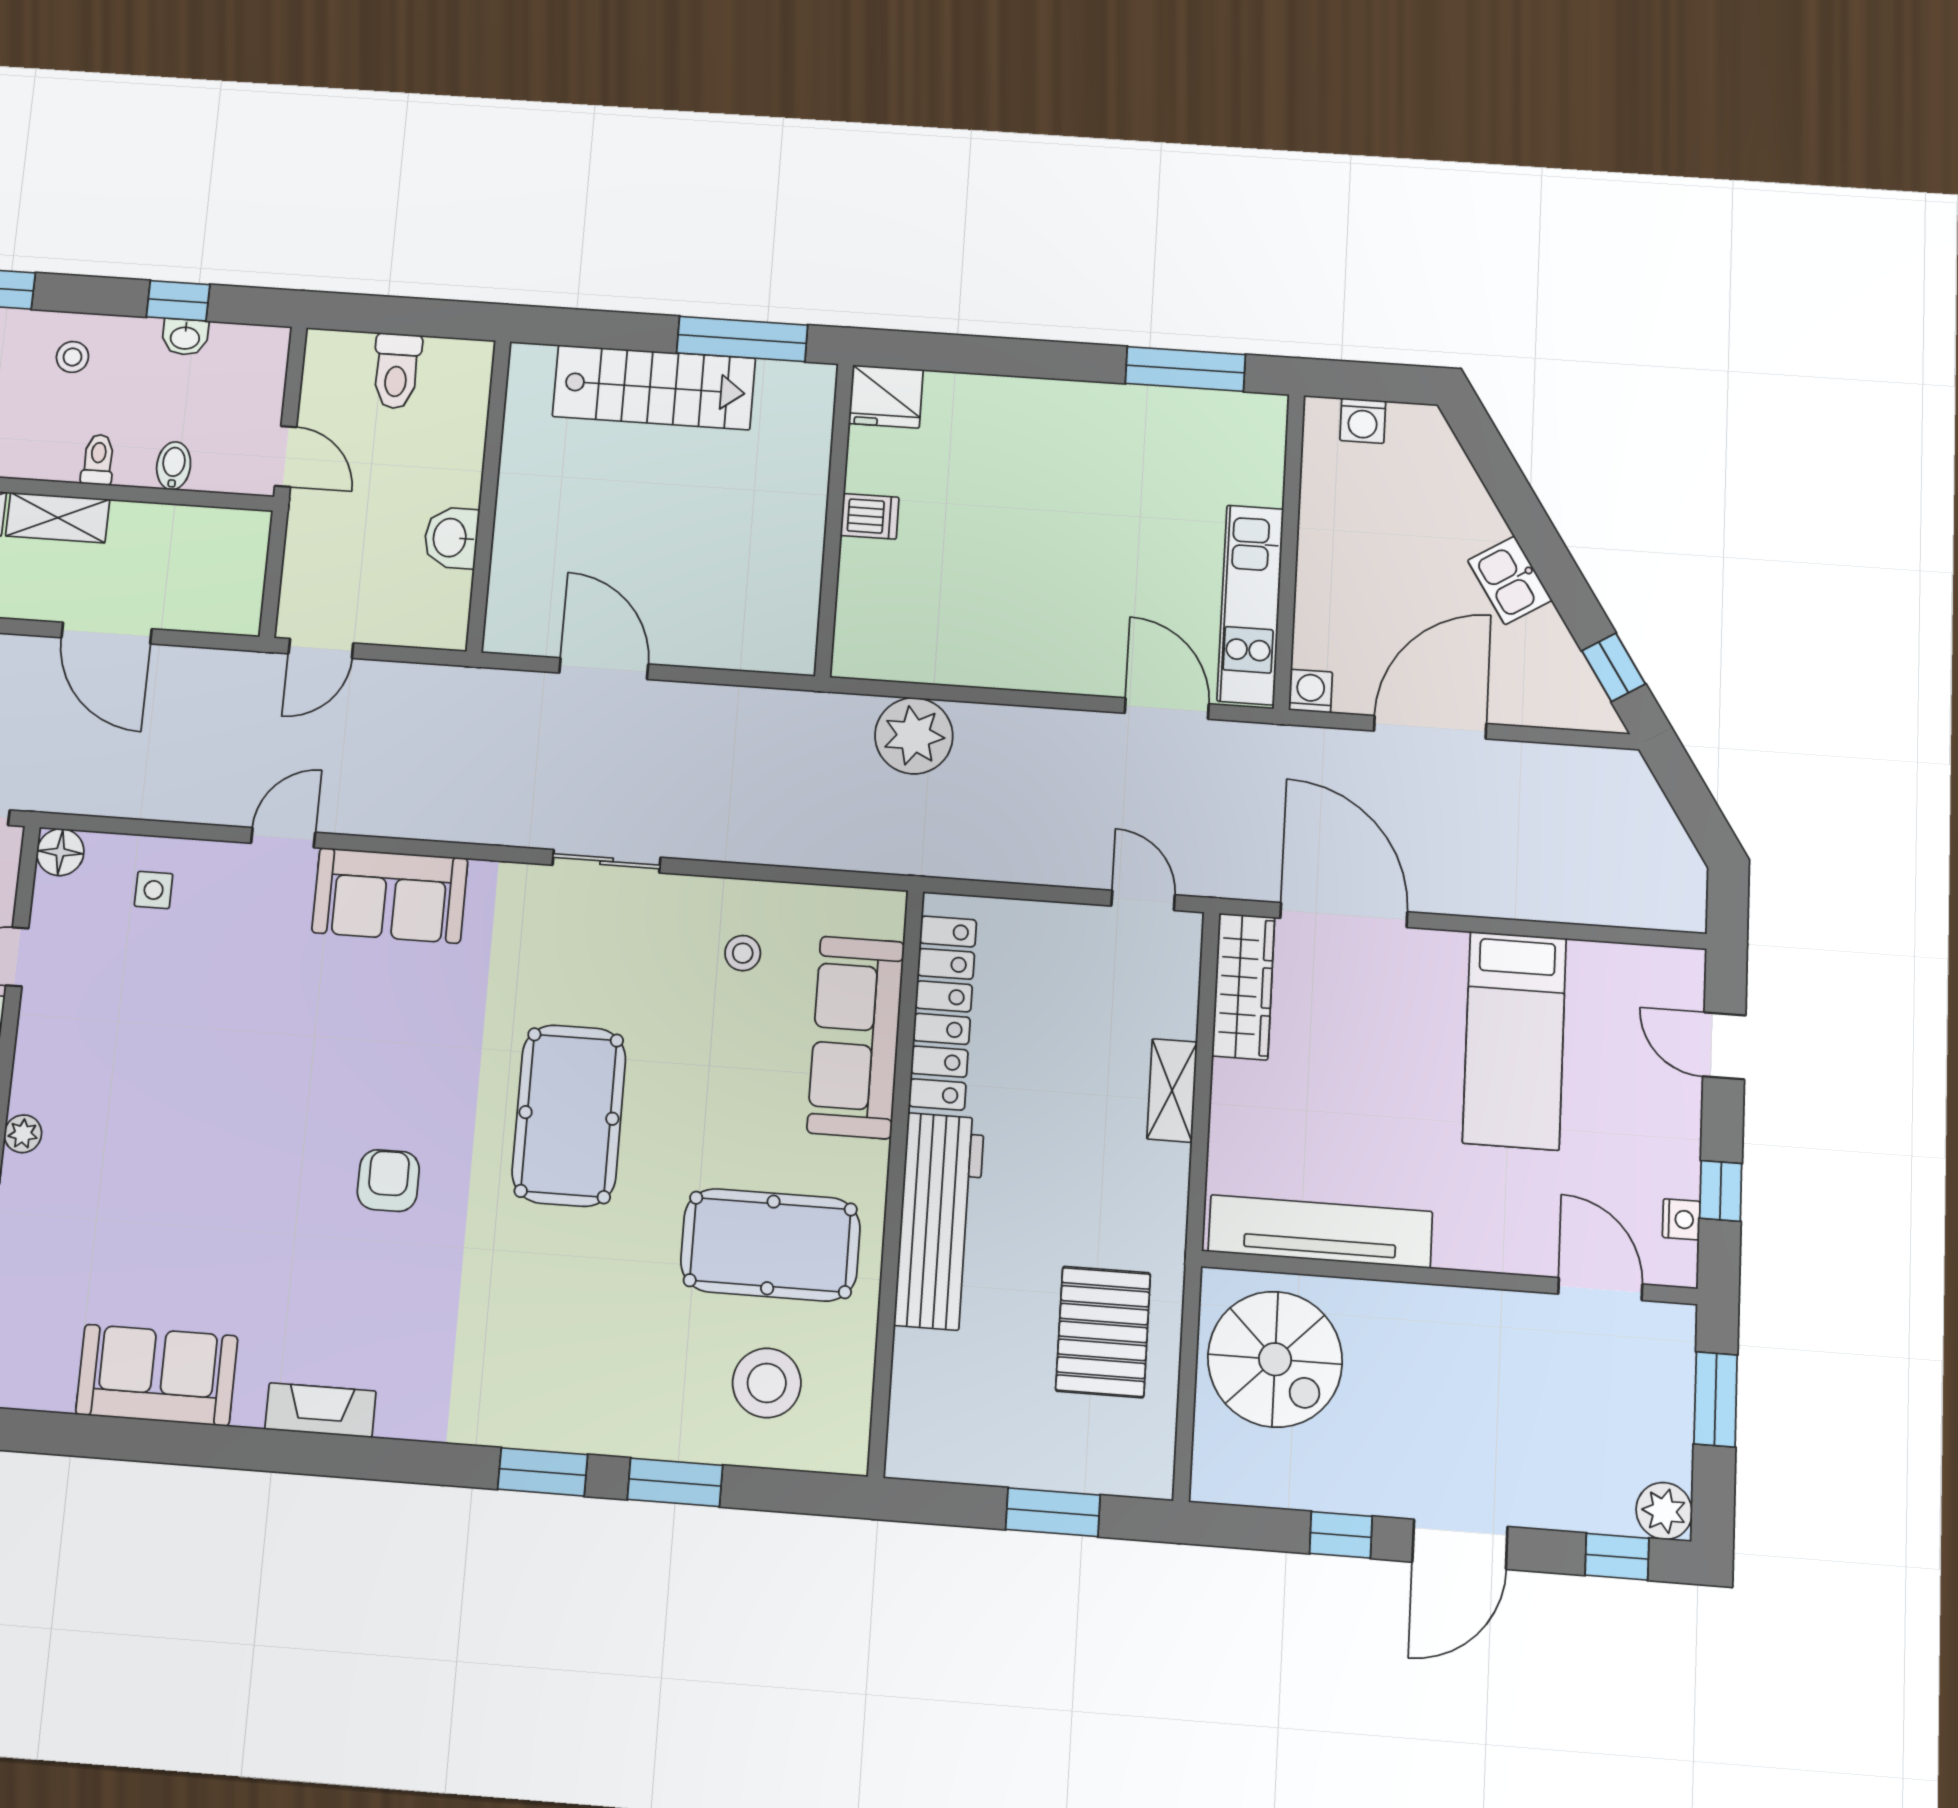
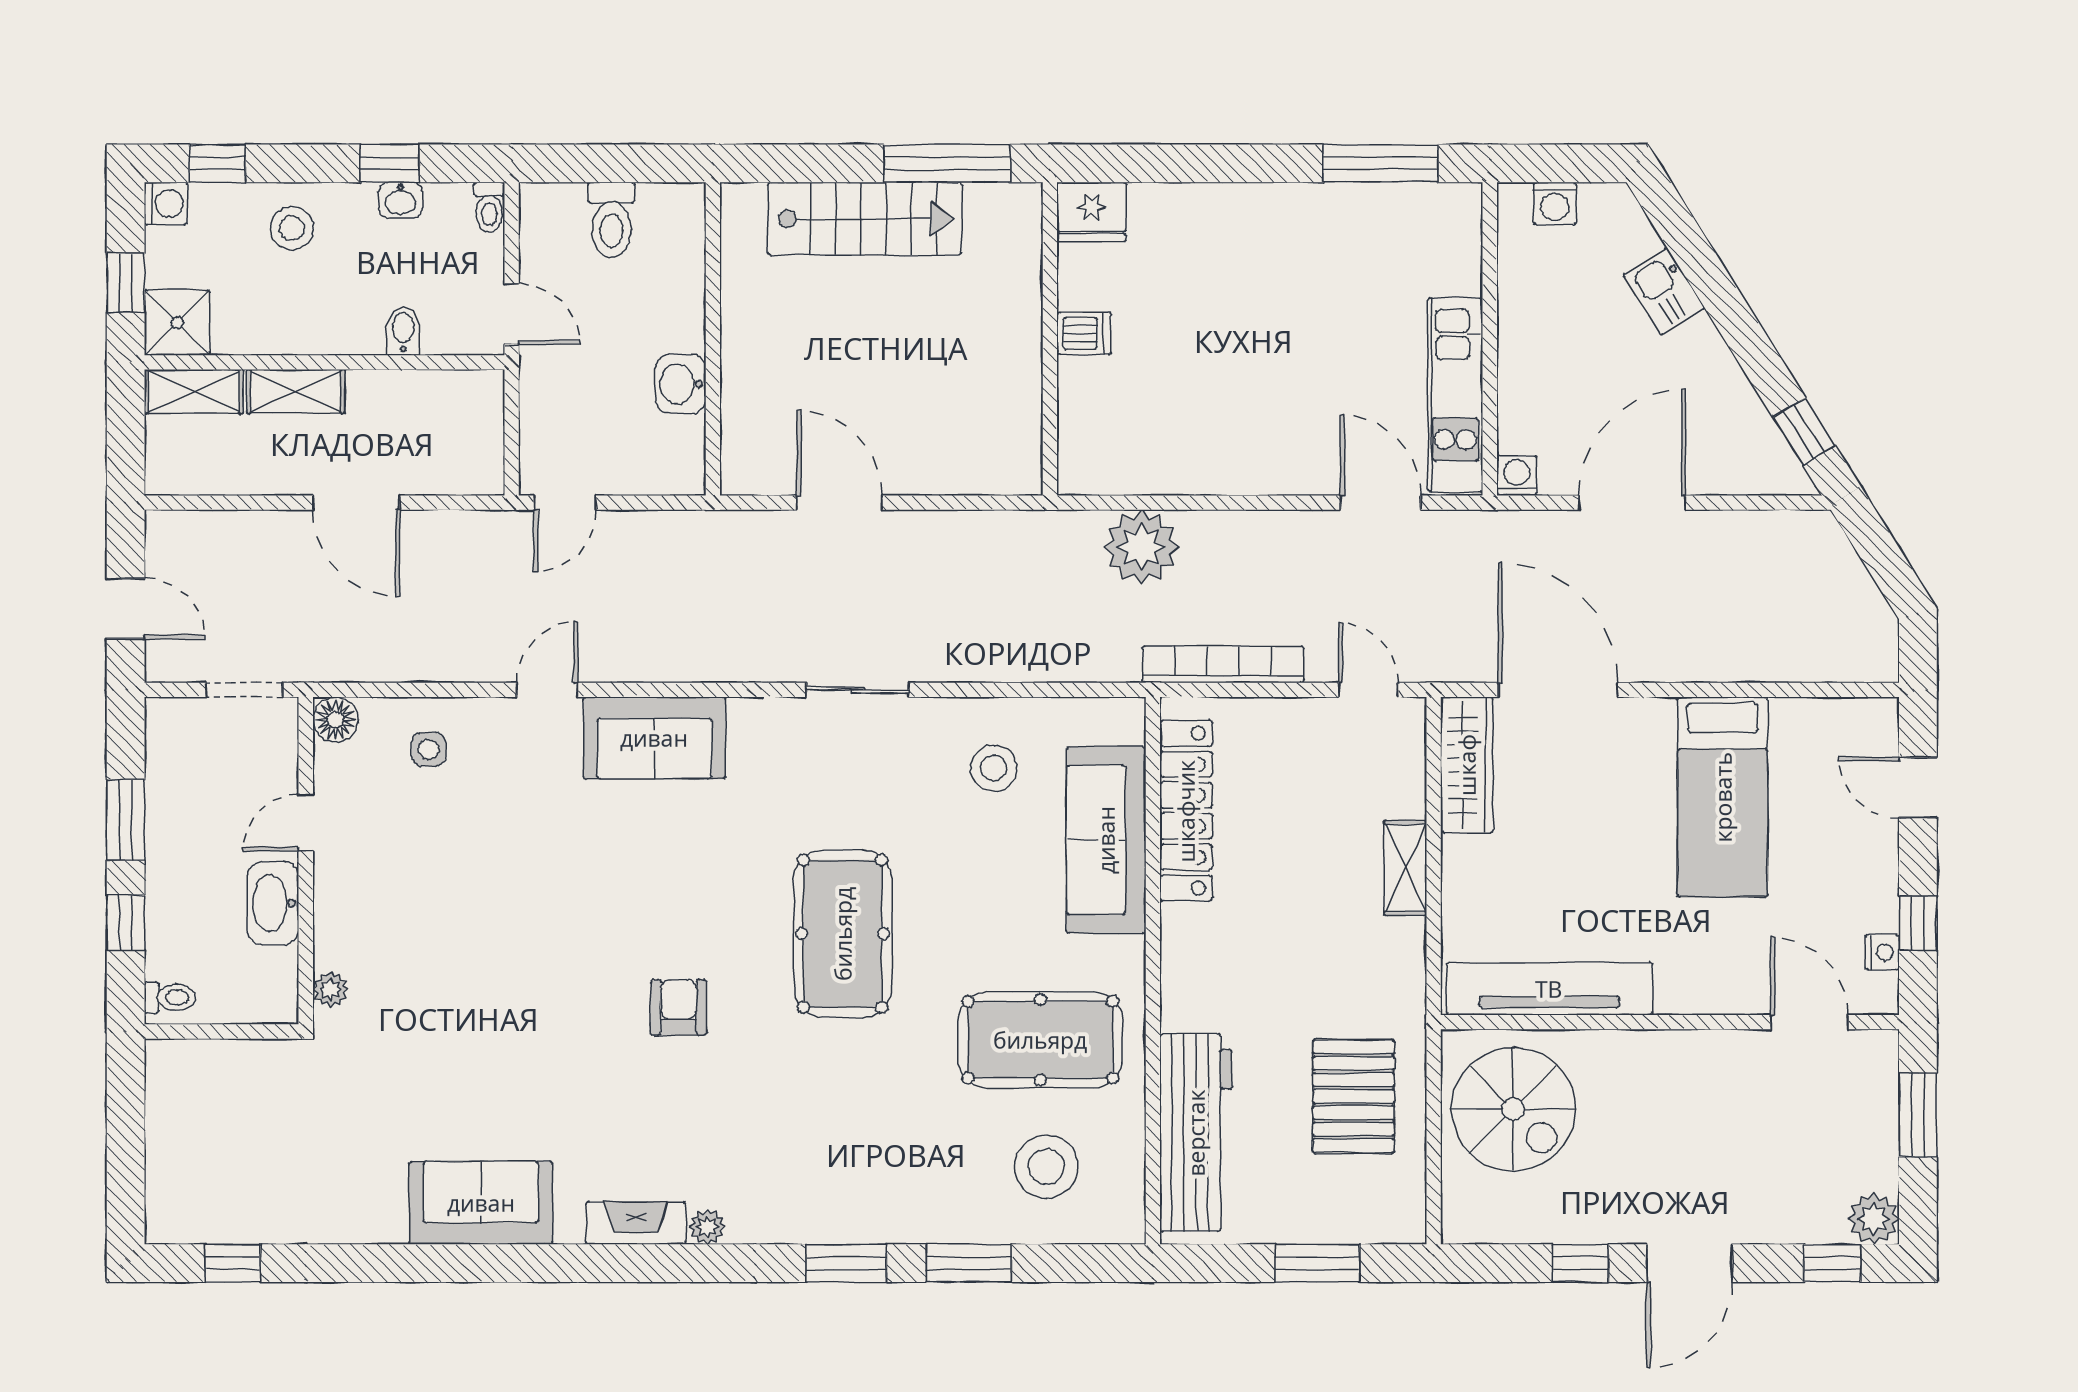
stool: (72, 357) -> (292, 228), width x1.37, depth x1.37
toilet: (98, 460) -> (489, 207), moved, turned 180
kitchen sink: (1510, 580) -> (1664, 291), moved
bookcase: (991, 863) -> (1223, 665), added
stool: (743, 953) -> (994, 768), width x1.37, depth x1.37
workbench: (939, 1221) -> (1196, 1133), moved
plant: (397, 1420) -> (707, 1227), added

